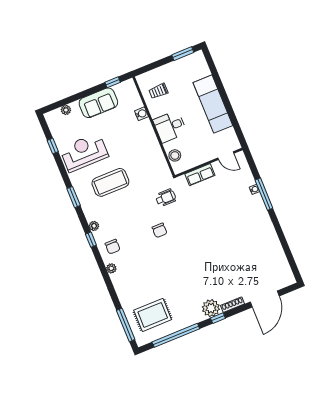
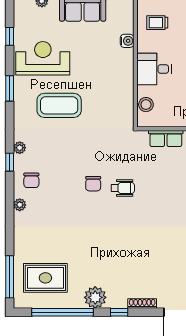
window: (74, 197) -> (10, 88), moved
wheelchair: (166, 198) -> (123, 188), moved
plant: (211, 308) -> (95, 297), moved

